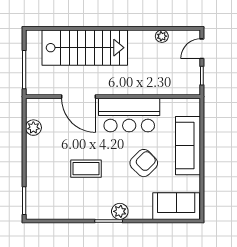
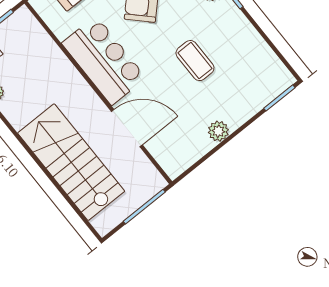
door: (79, 97) -> (127, 128), hinge flipped
plant: (33, 128) -> (218, 131), moved

